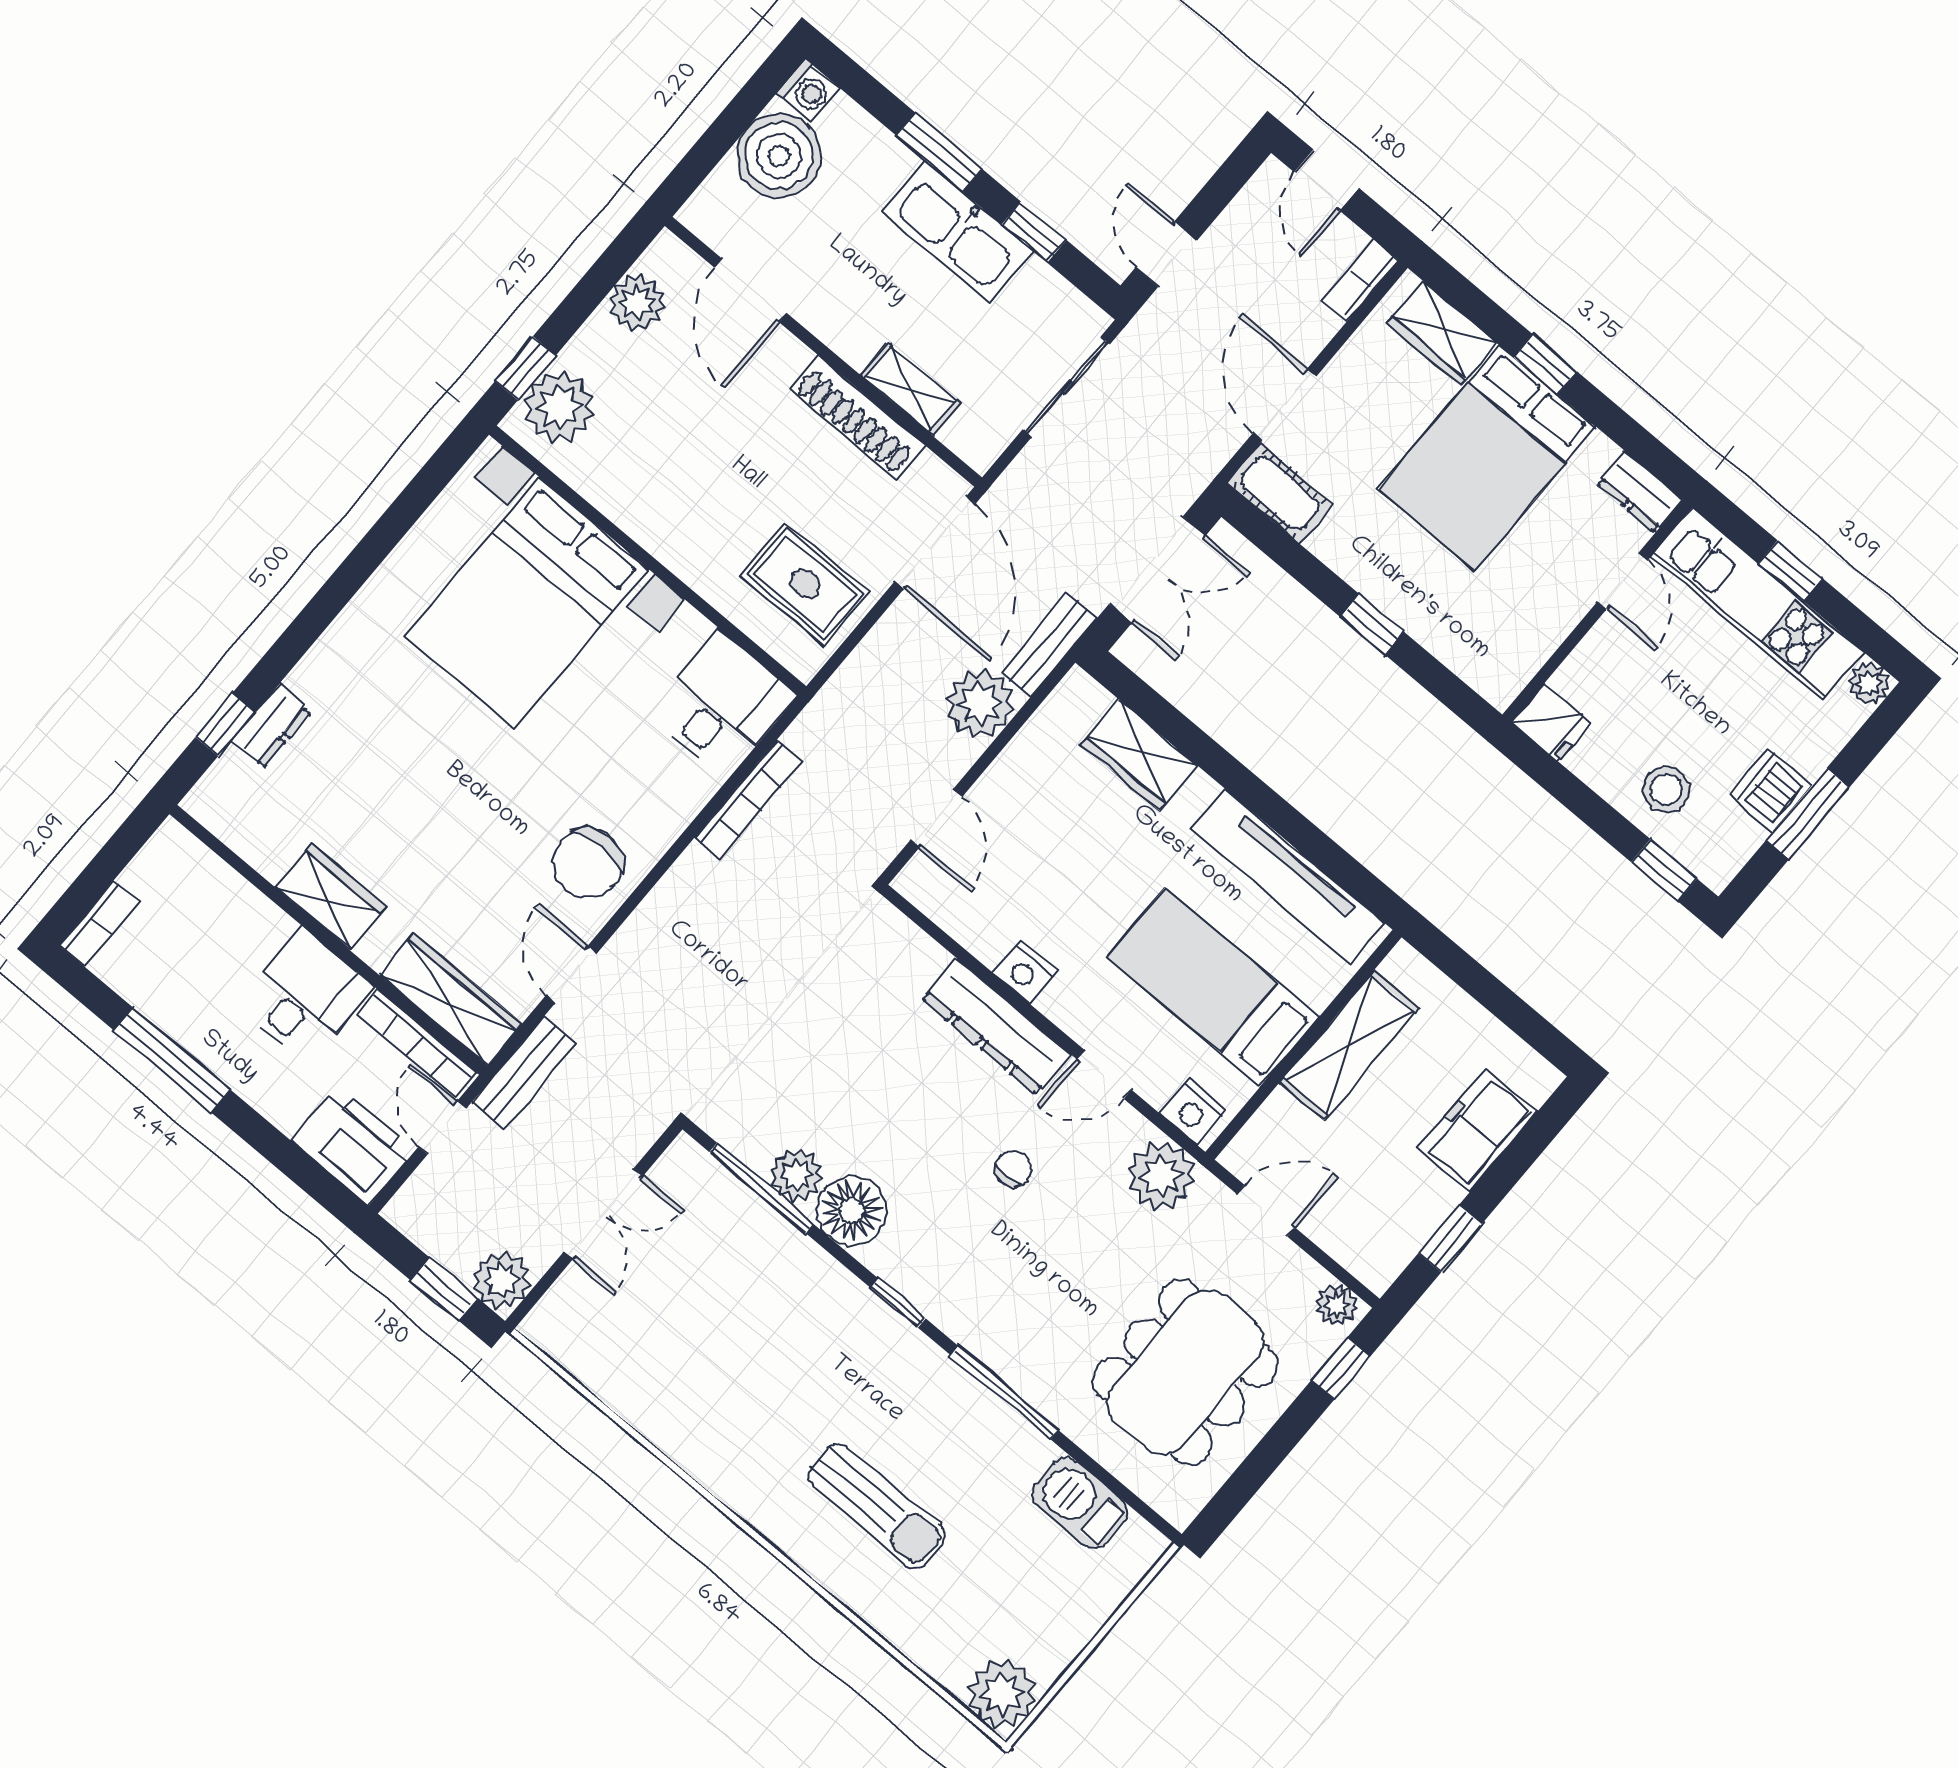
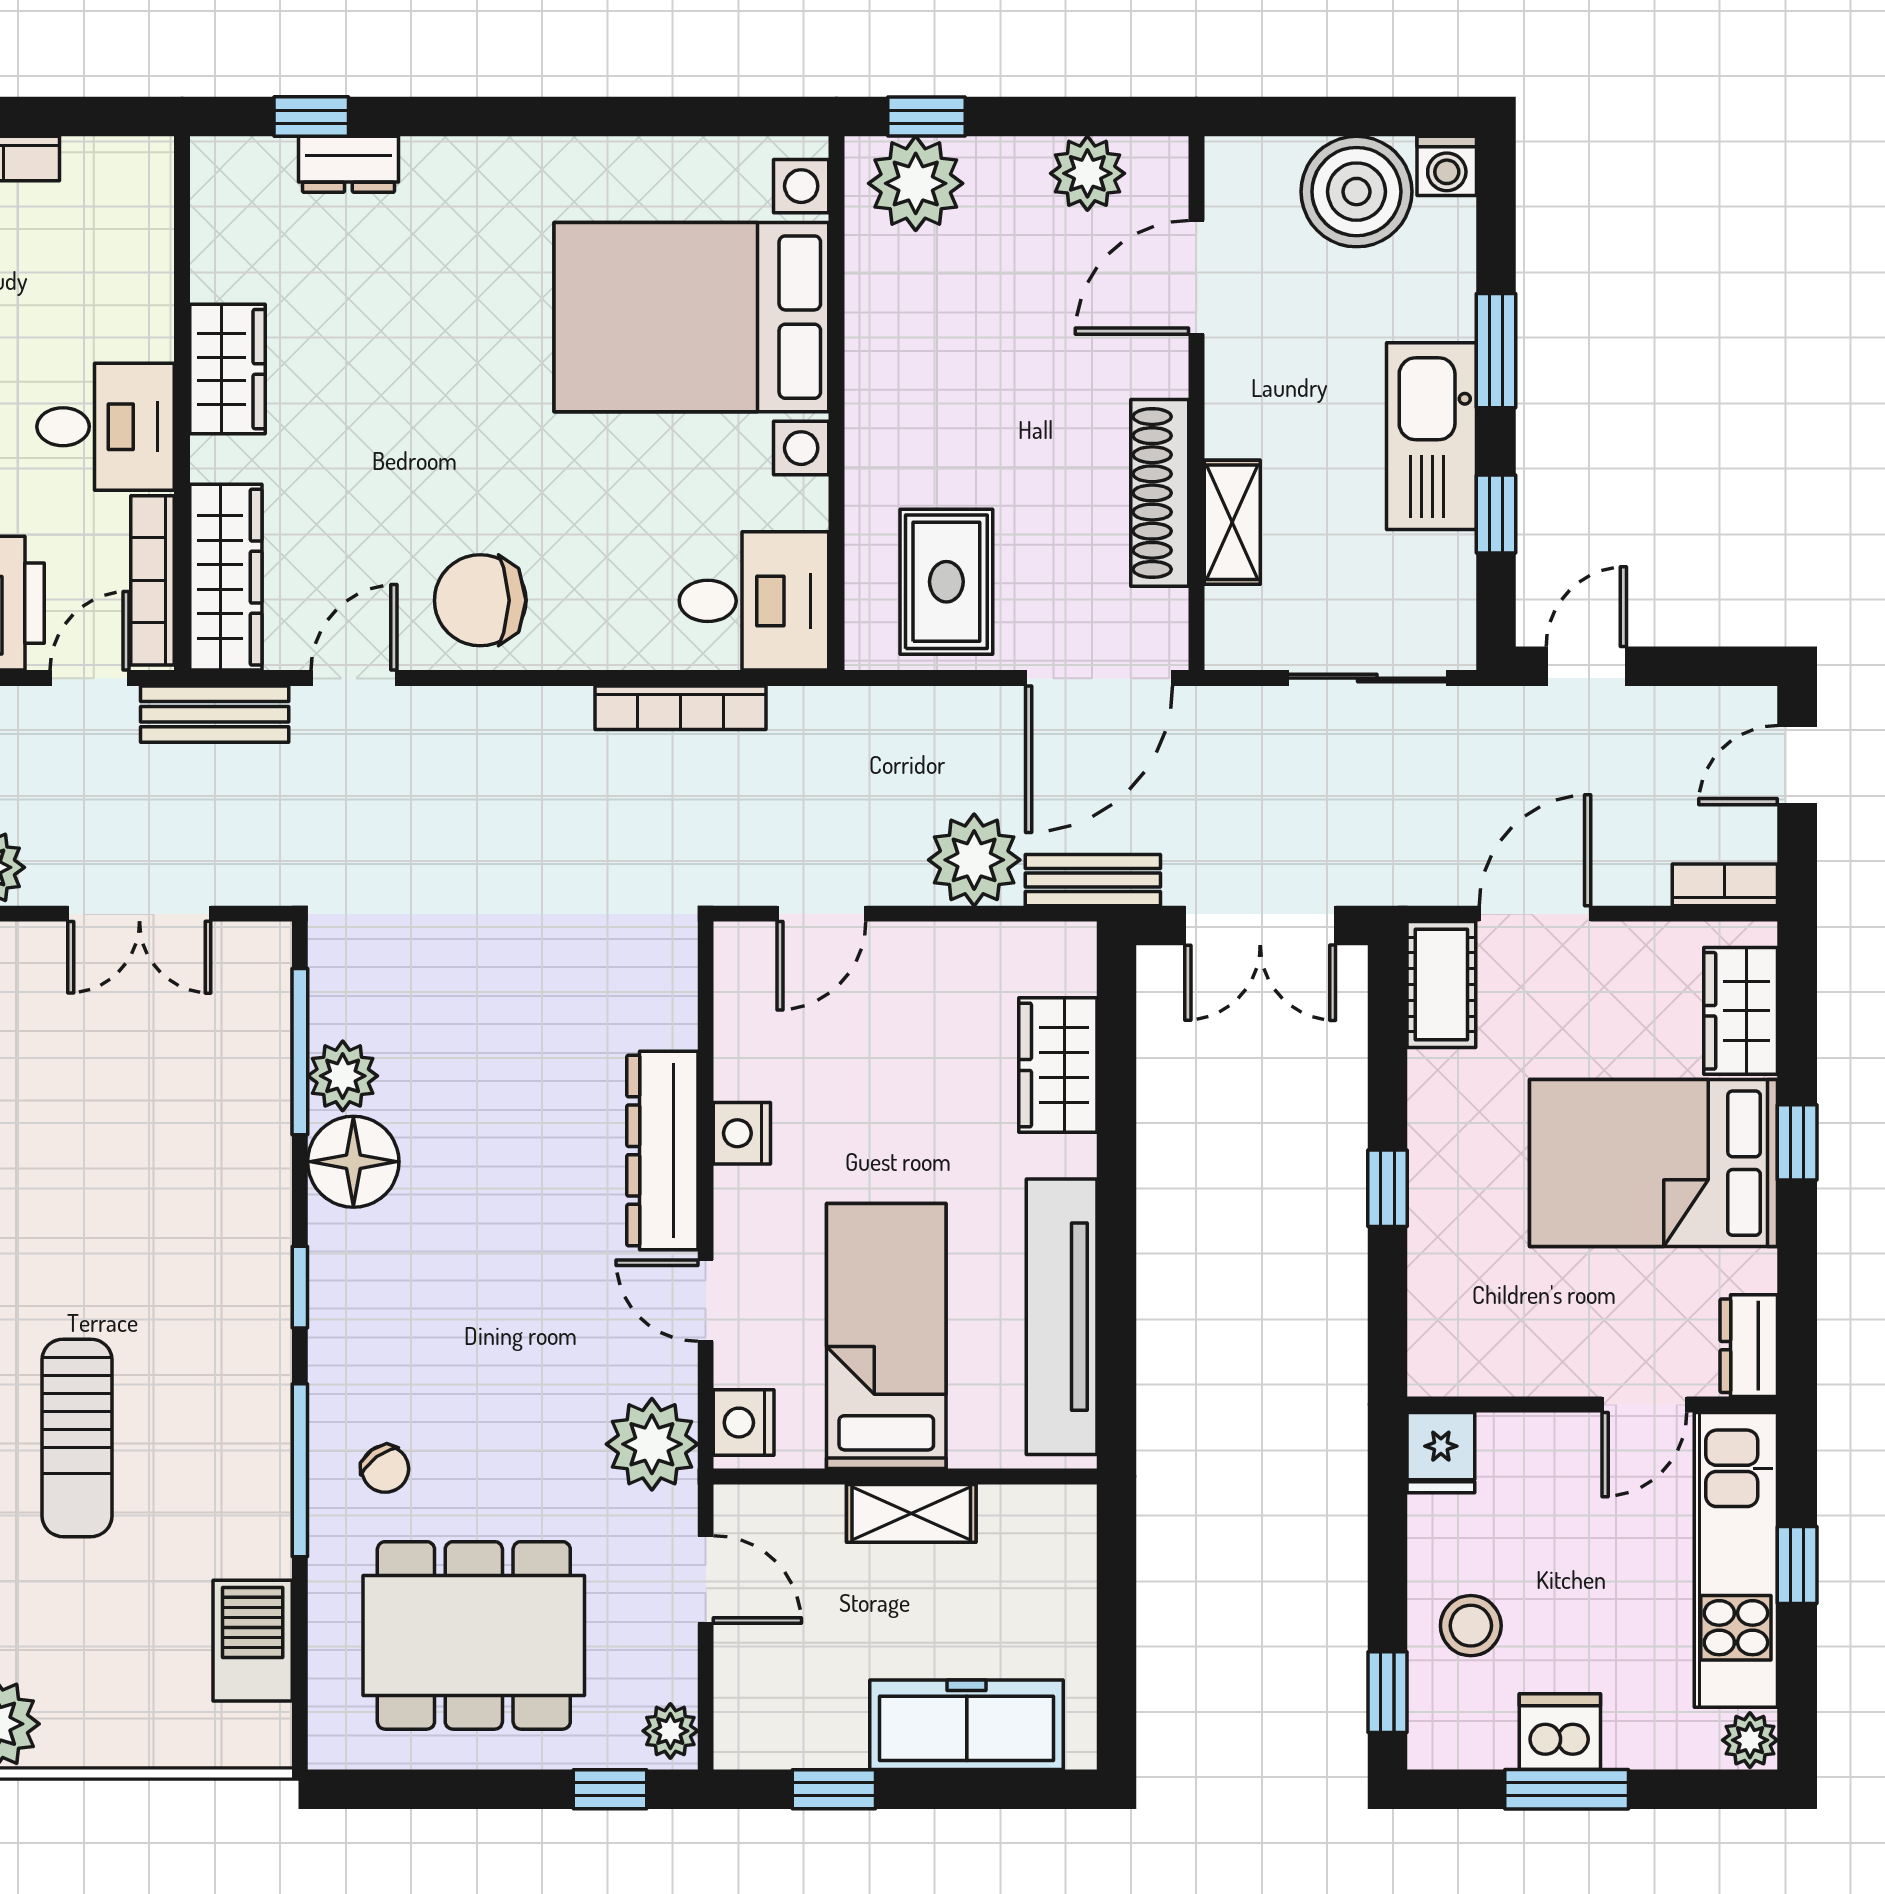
shelving: (1349, 1045) -> (911, 1513), width x0.67, depth x0.75
freezer: (1477, 1130) -> (967, 1725), width x1.40
chair: (1013, 1169) -> (385, 1469), moved, turned 54

